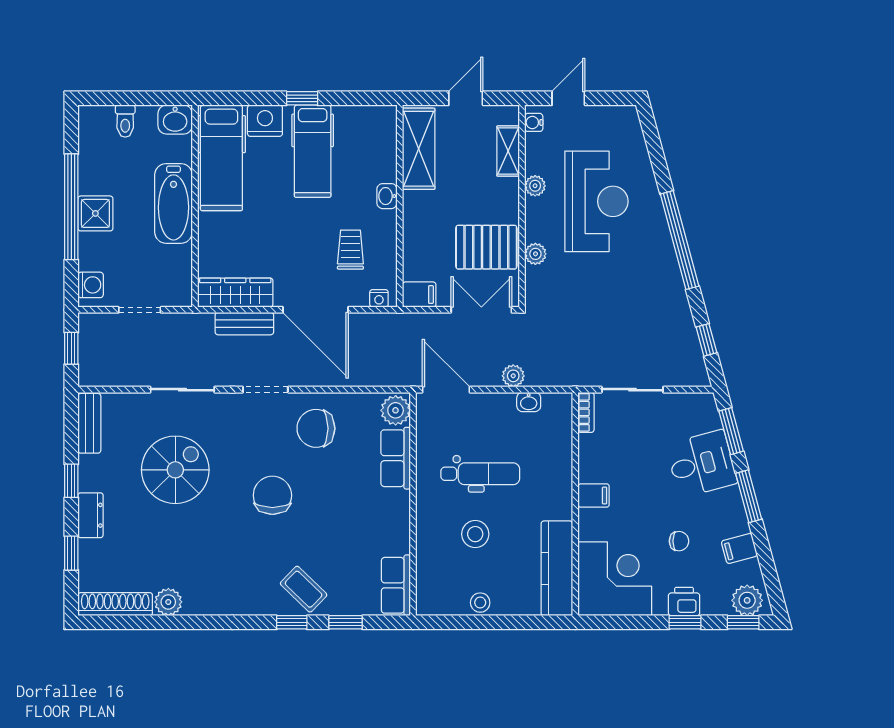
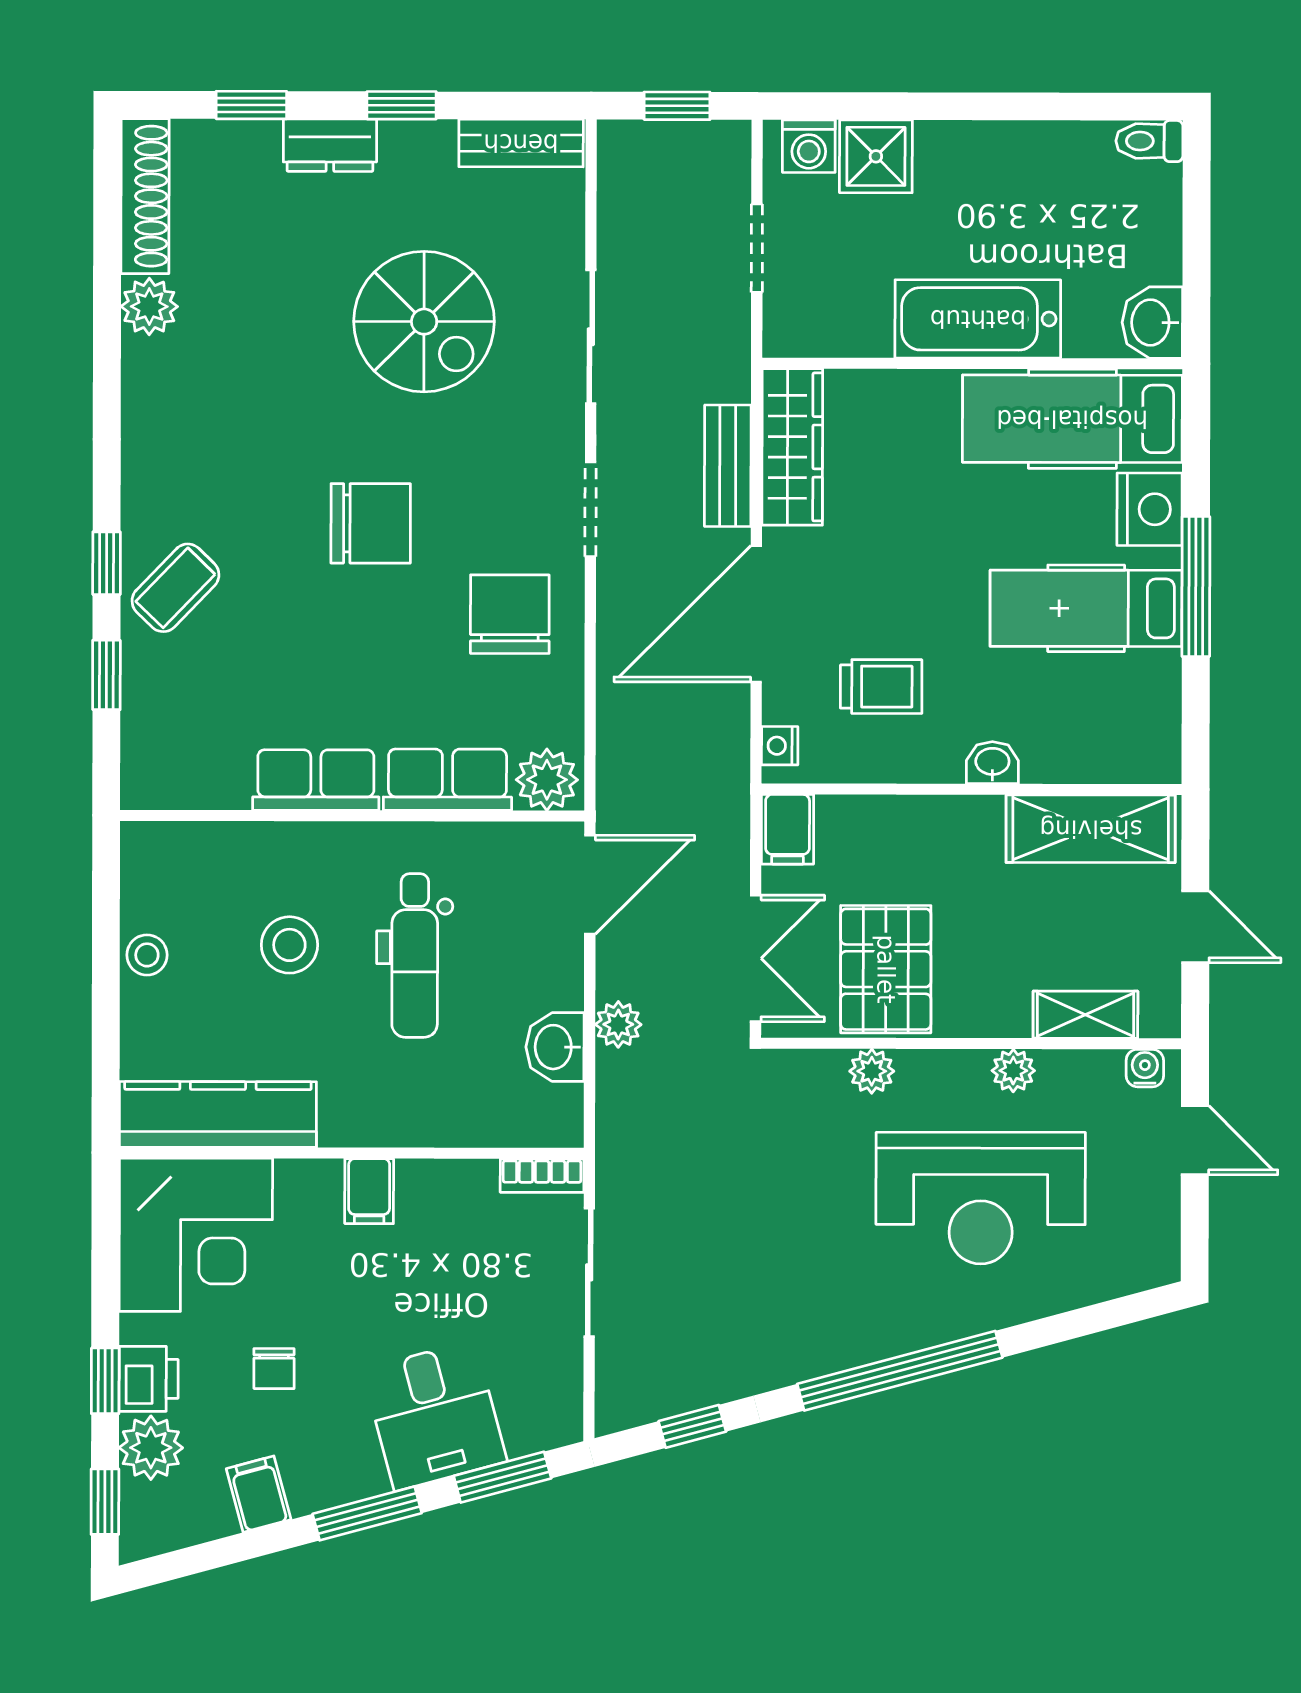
window: (302, 98) -> (1196, 587), width x2.17
toilet: (125, 121) -> (1149, 141), moved
window: (71, 207) -> (971, 106), removed
shower: (95, 213) -> (876, 156), moved
washbasin: (529, 402) -> (555, 1047), width x1.38, depth x1.45
row of seats: (396, 585) -> (316, 780), moved
plant: (747, 600) -> (151, 1448), moved

